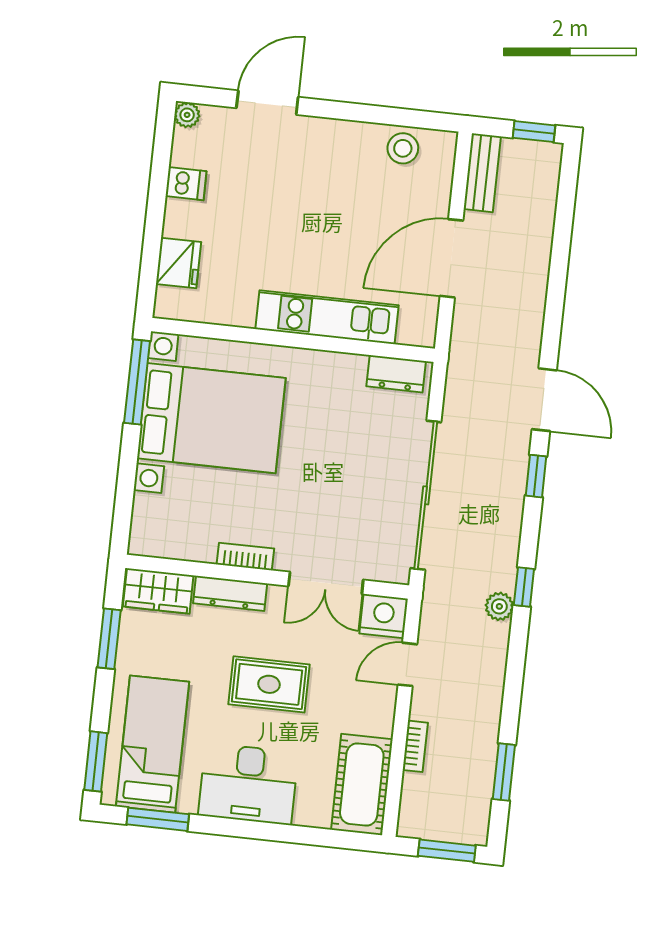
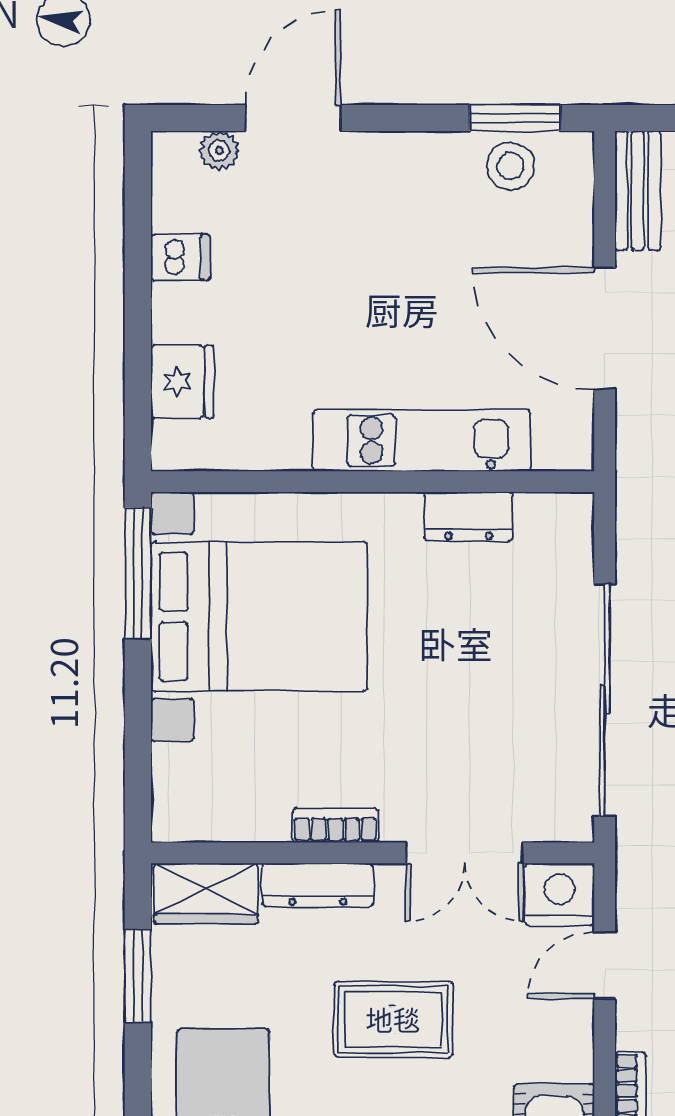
plant: (187, 115) -> (219, 151), moved
window: (409, 118) -> (515, 118), added
door: (452, 258) -> (605, 328), hinge flipped
dresser: (396, 374) -> (469, 517), moved

